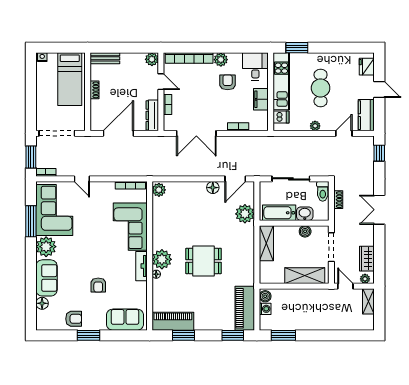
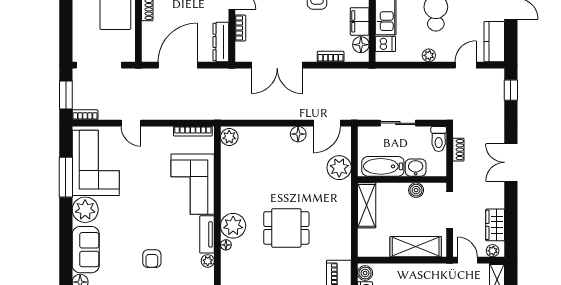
floor lamp: (262, 117) -> (361, 45), added
sliding door: (291, 179) -> (398, 123), width x0.73
plant: (142, 287) -> (208, 261), added

